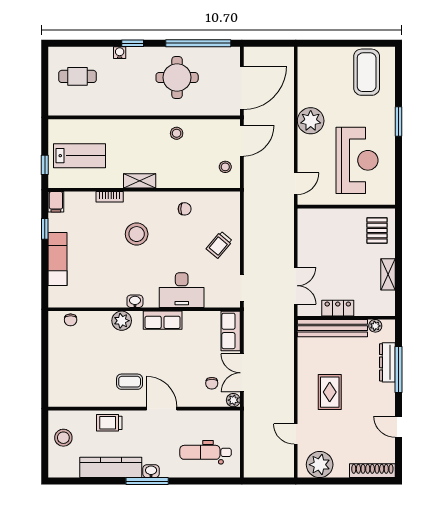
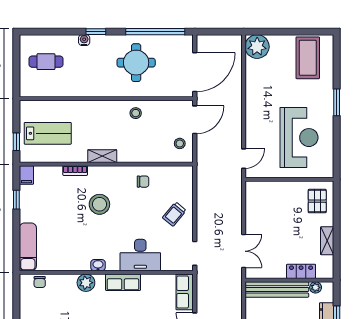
plant: (311, 121) -> (257, 47), moved
exam couch: (57, 259) -> (28, 247), moved
locker: (338, 308) -> (301, 271), moved

